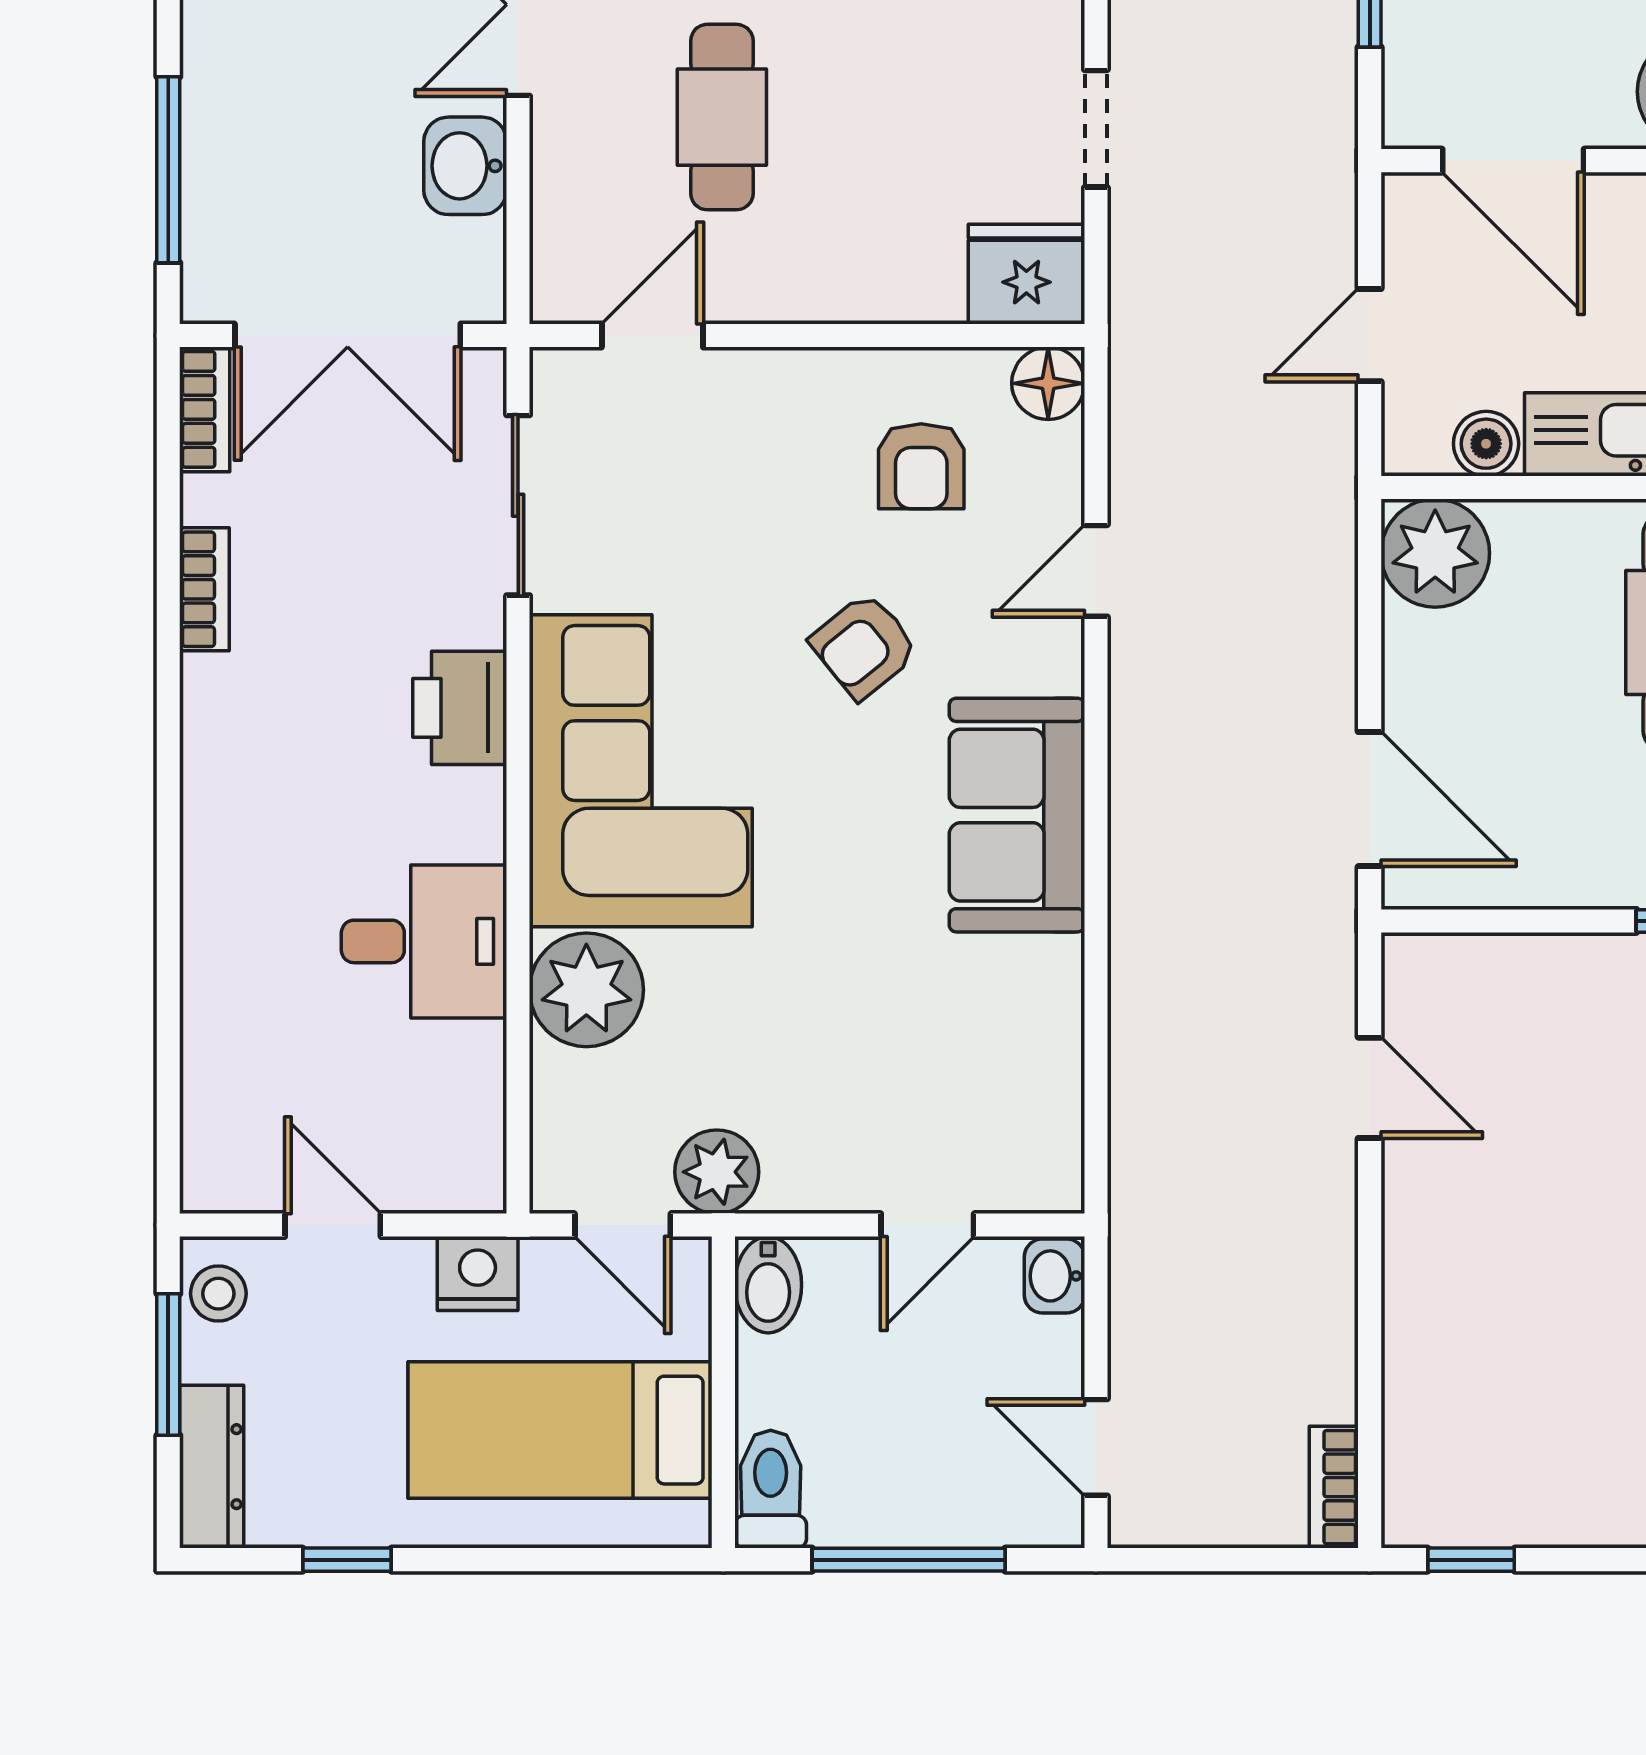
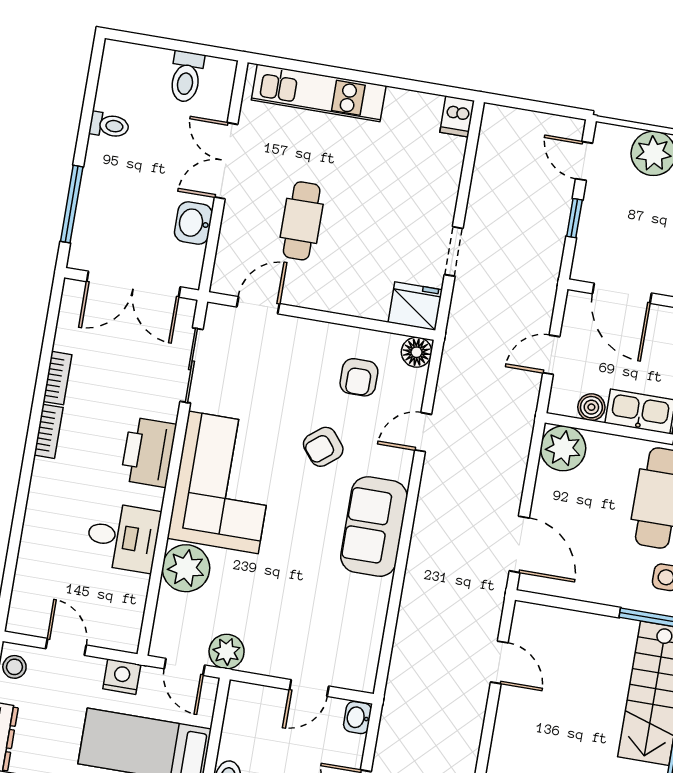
bookcase: (205, 409) -> (49, 431), moved
printer: (460, 708) -> (148, 452), width x1.37, depth x1.19
bidet: (768, 1285) -> (240, 701), removed

